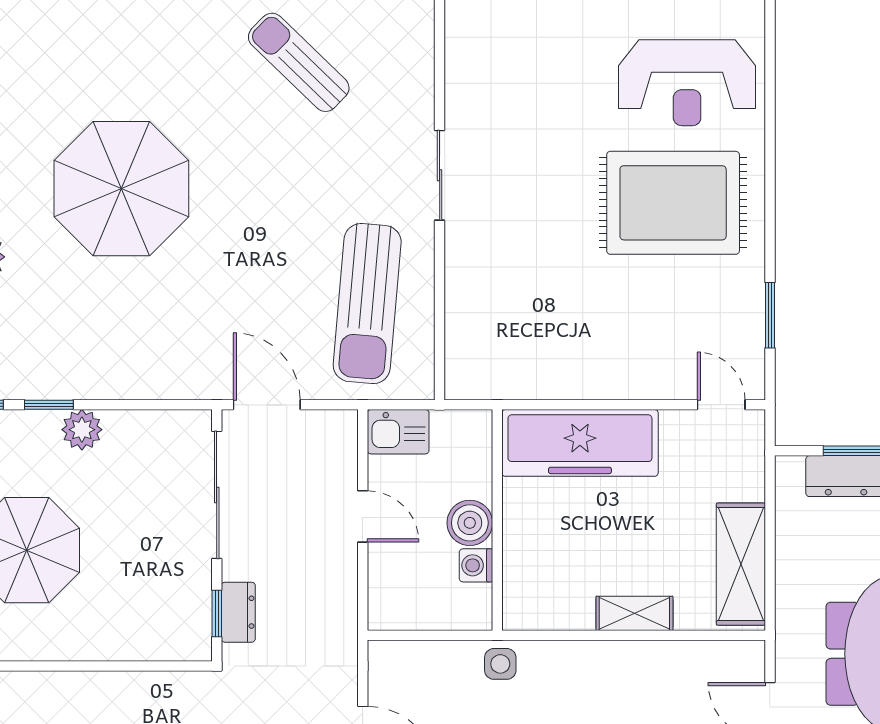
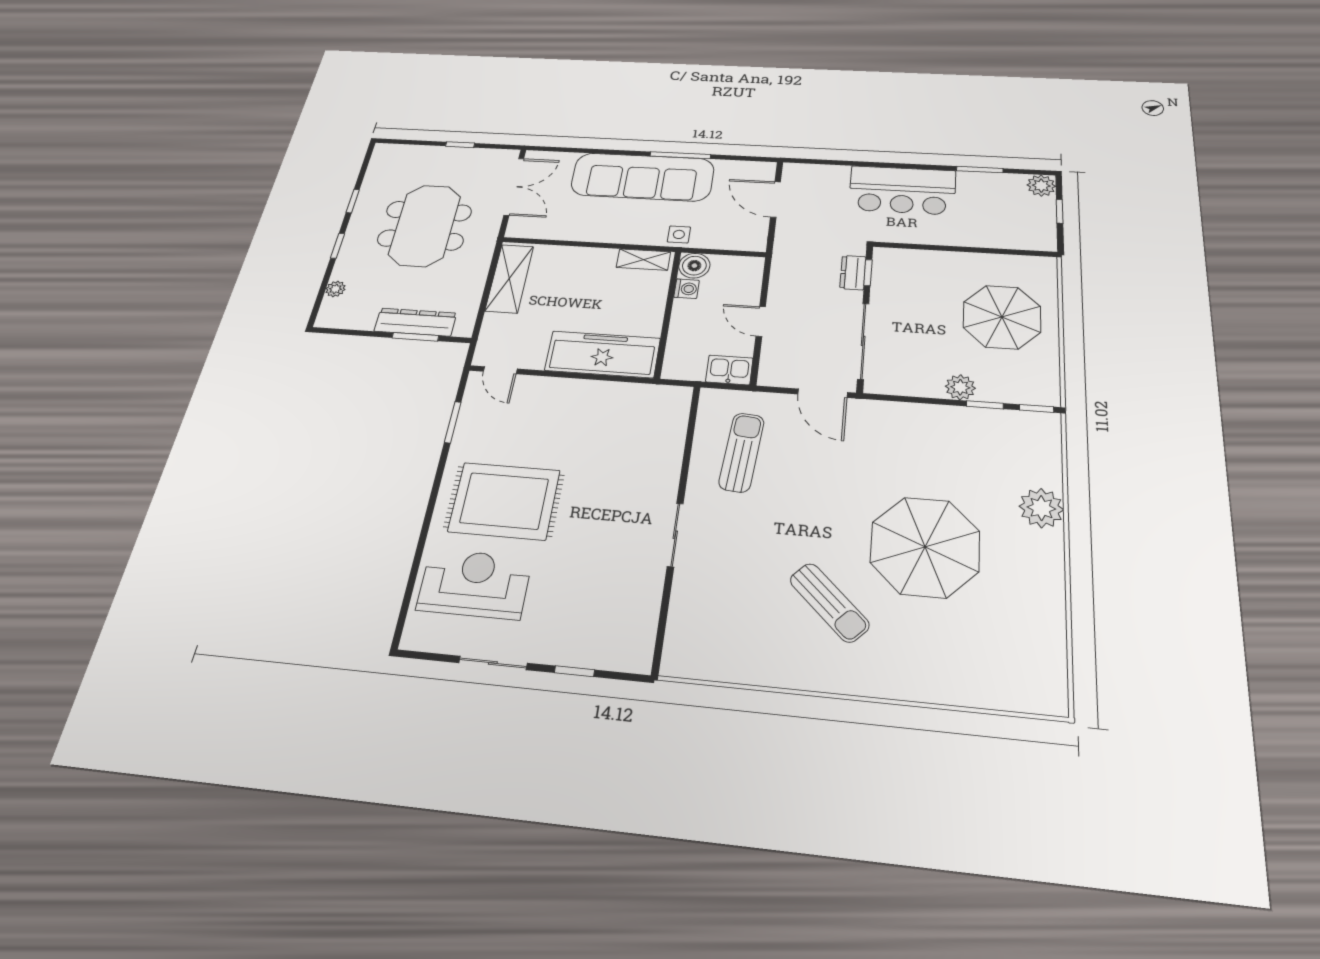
sun lounger: (299, 62) -> (829, 602), moved
sun lounger: (367, 304) -> (742, 452), width x0.73, depth x0.75
boiler: (470, 523) -> (694, 266), moved
shelving: (634, 613) -> (643, 260), moved

